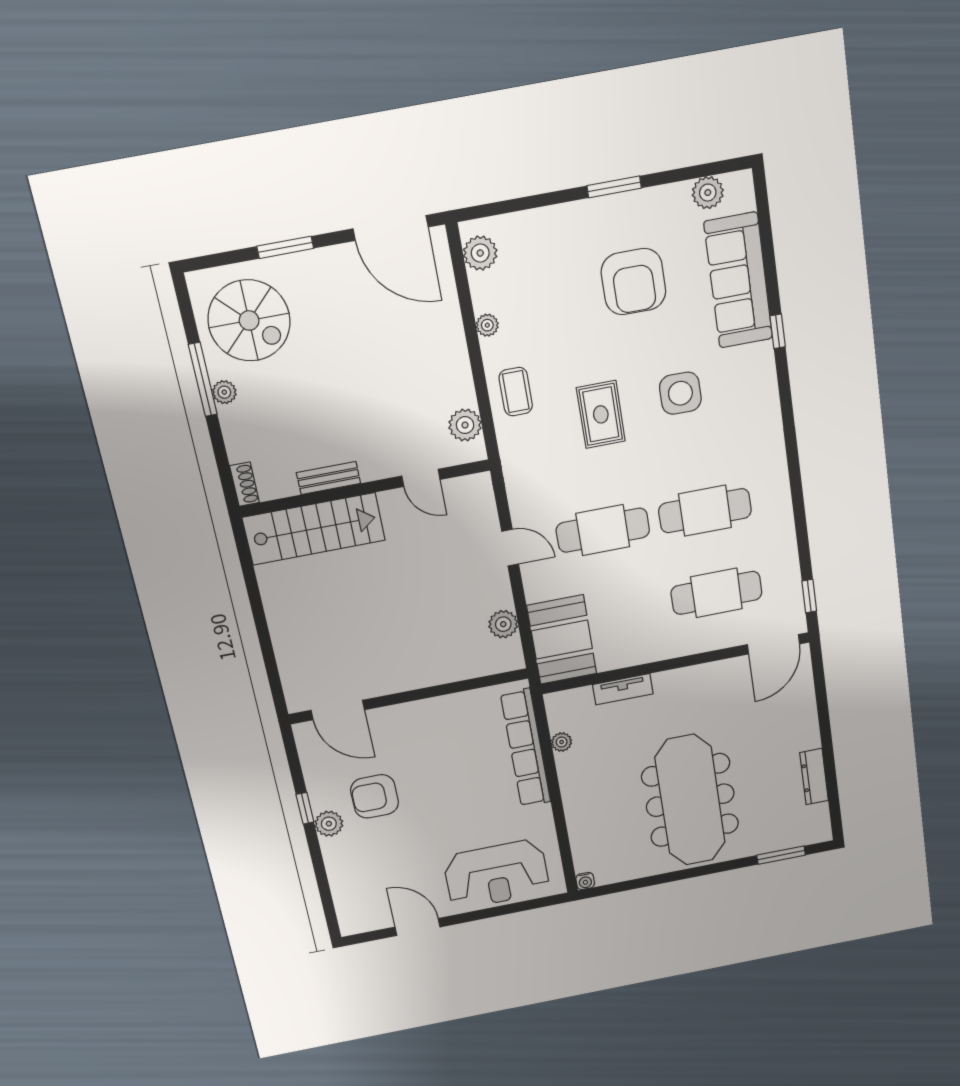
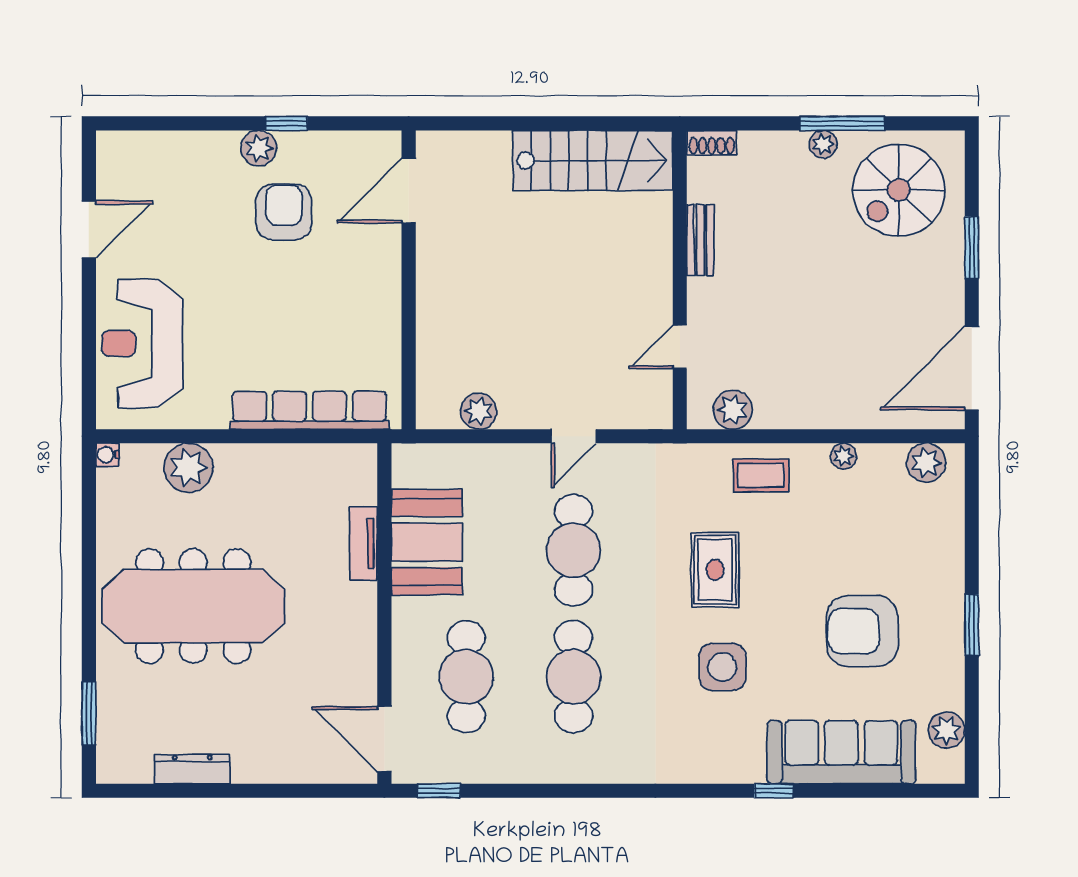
rug: (601, 414) -> (715, 570), turned 90
stairs: (314, 529) -> (593, 161), moved, turned -90
booth: (562, 640) -> (427, 542), moved, turned 90
plant: (562, 742) -> (188, 468), moved, width x1.88, depth x1.88

